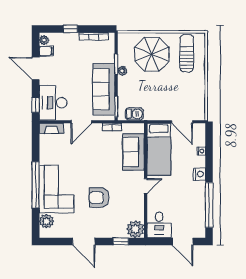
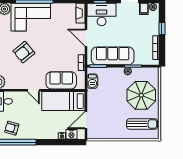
nightstand: (199, 174) -> (71, 134), moved
armchair: (99, 198) -> (24, 52), turned -129
armchair: (192, 212) -> (12, 128), added

